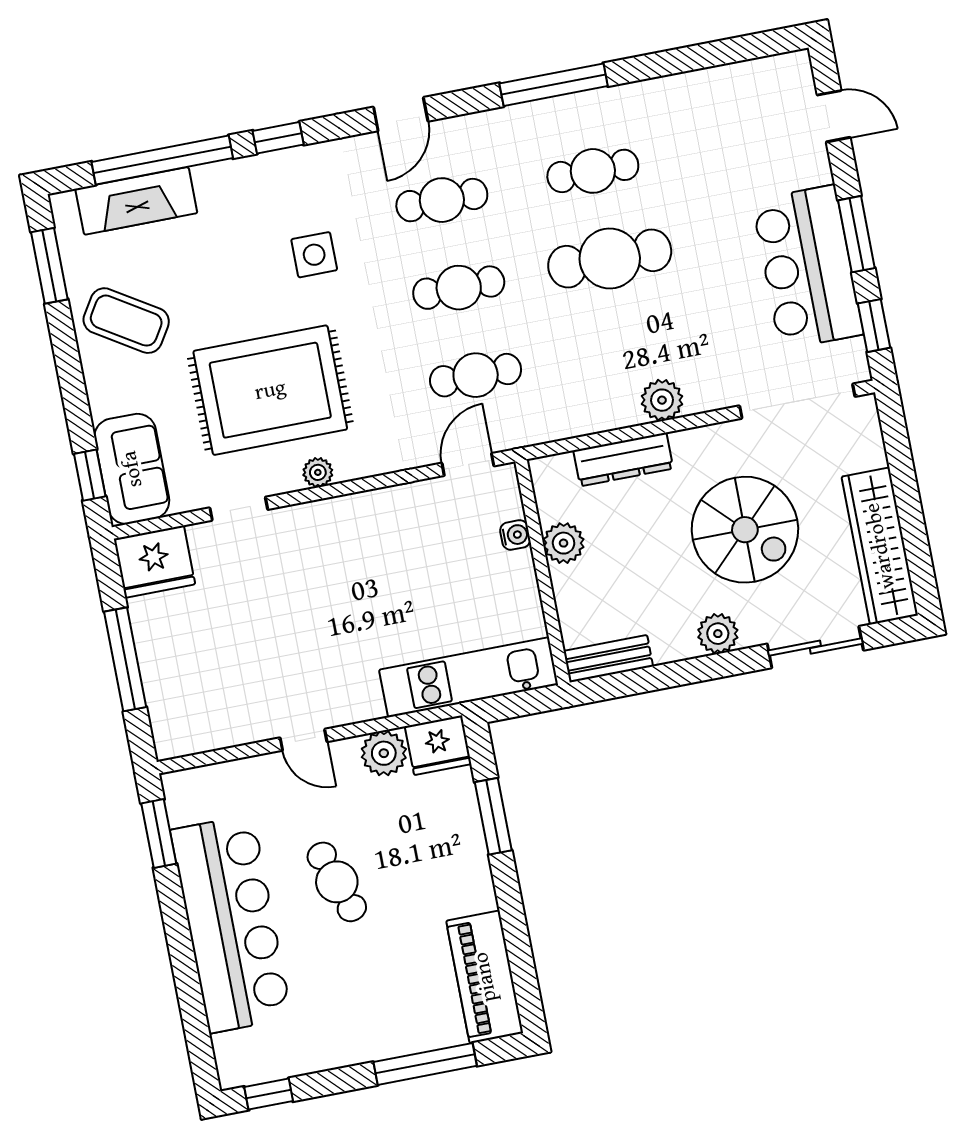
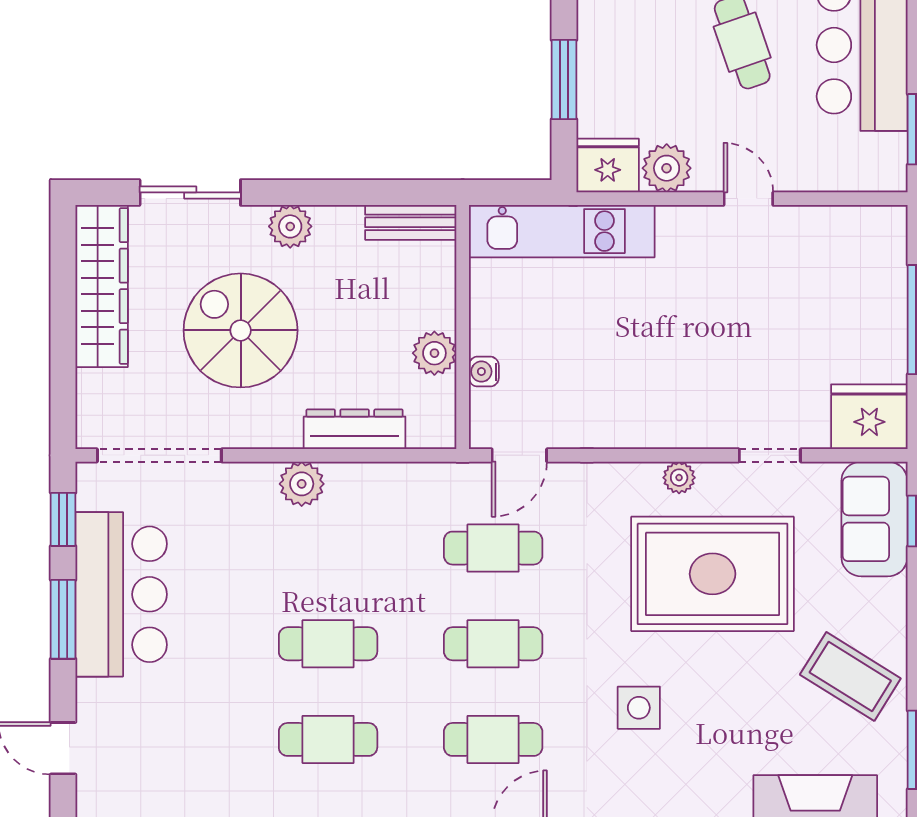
cafe table: (610, 258) -> (328, 644), width x0.73, depth x0.74

